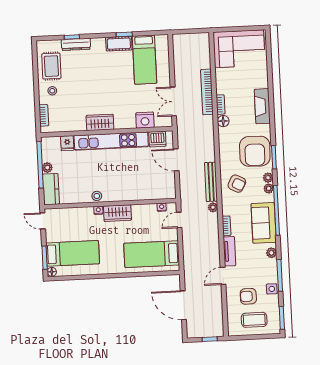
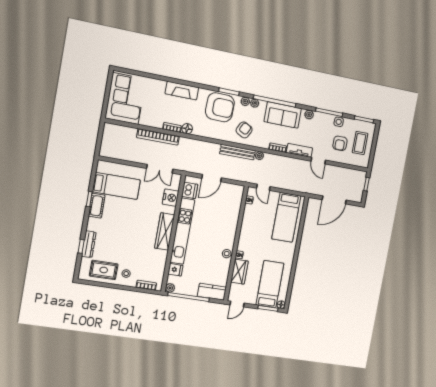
wardrobe: (100, 122) -> (165, 232), width x1.50
plant: (47, 168) -> (170, 288), moved
wardrobe: (117, 213) -> (239, 272), moved

